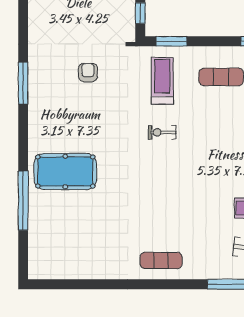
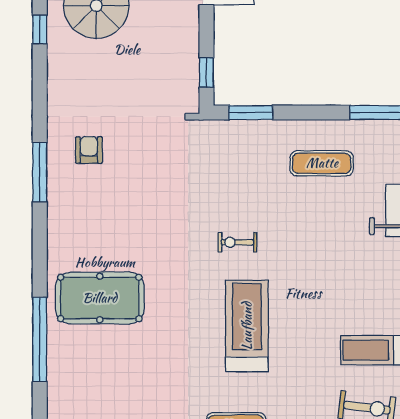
armchair: (88, 72) -> (89, 150), moved
treadmill: (162, 81) -> (247, 326), moved, width x1.37, depth x1.38

